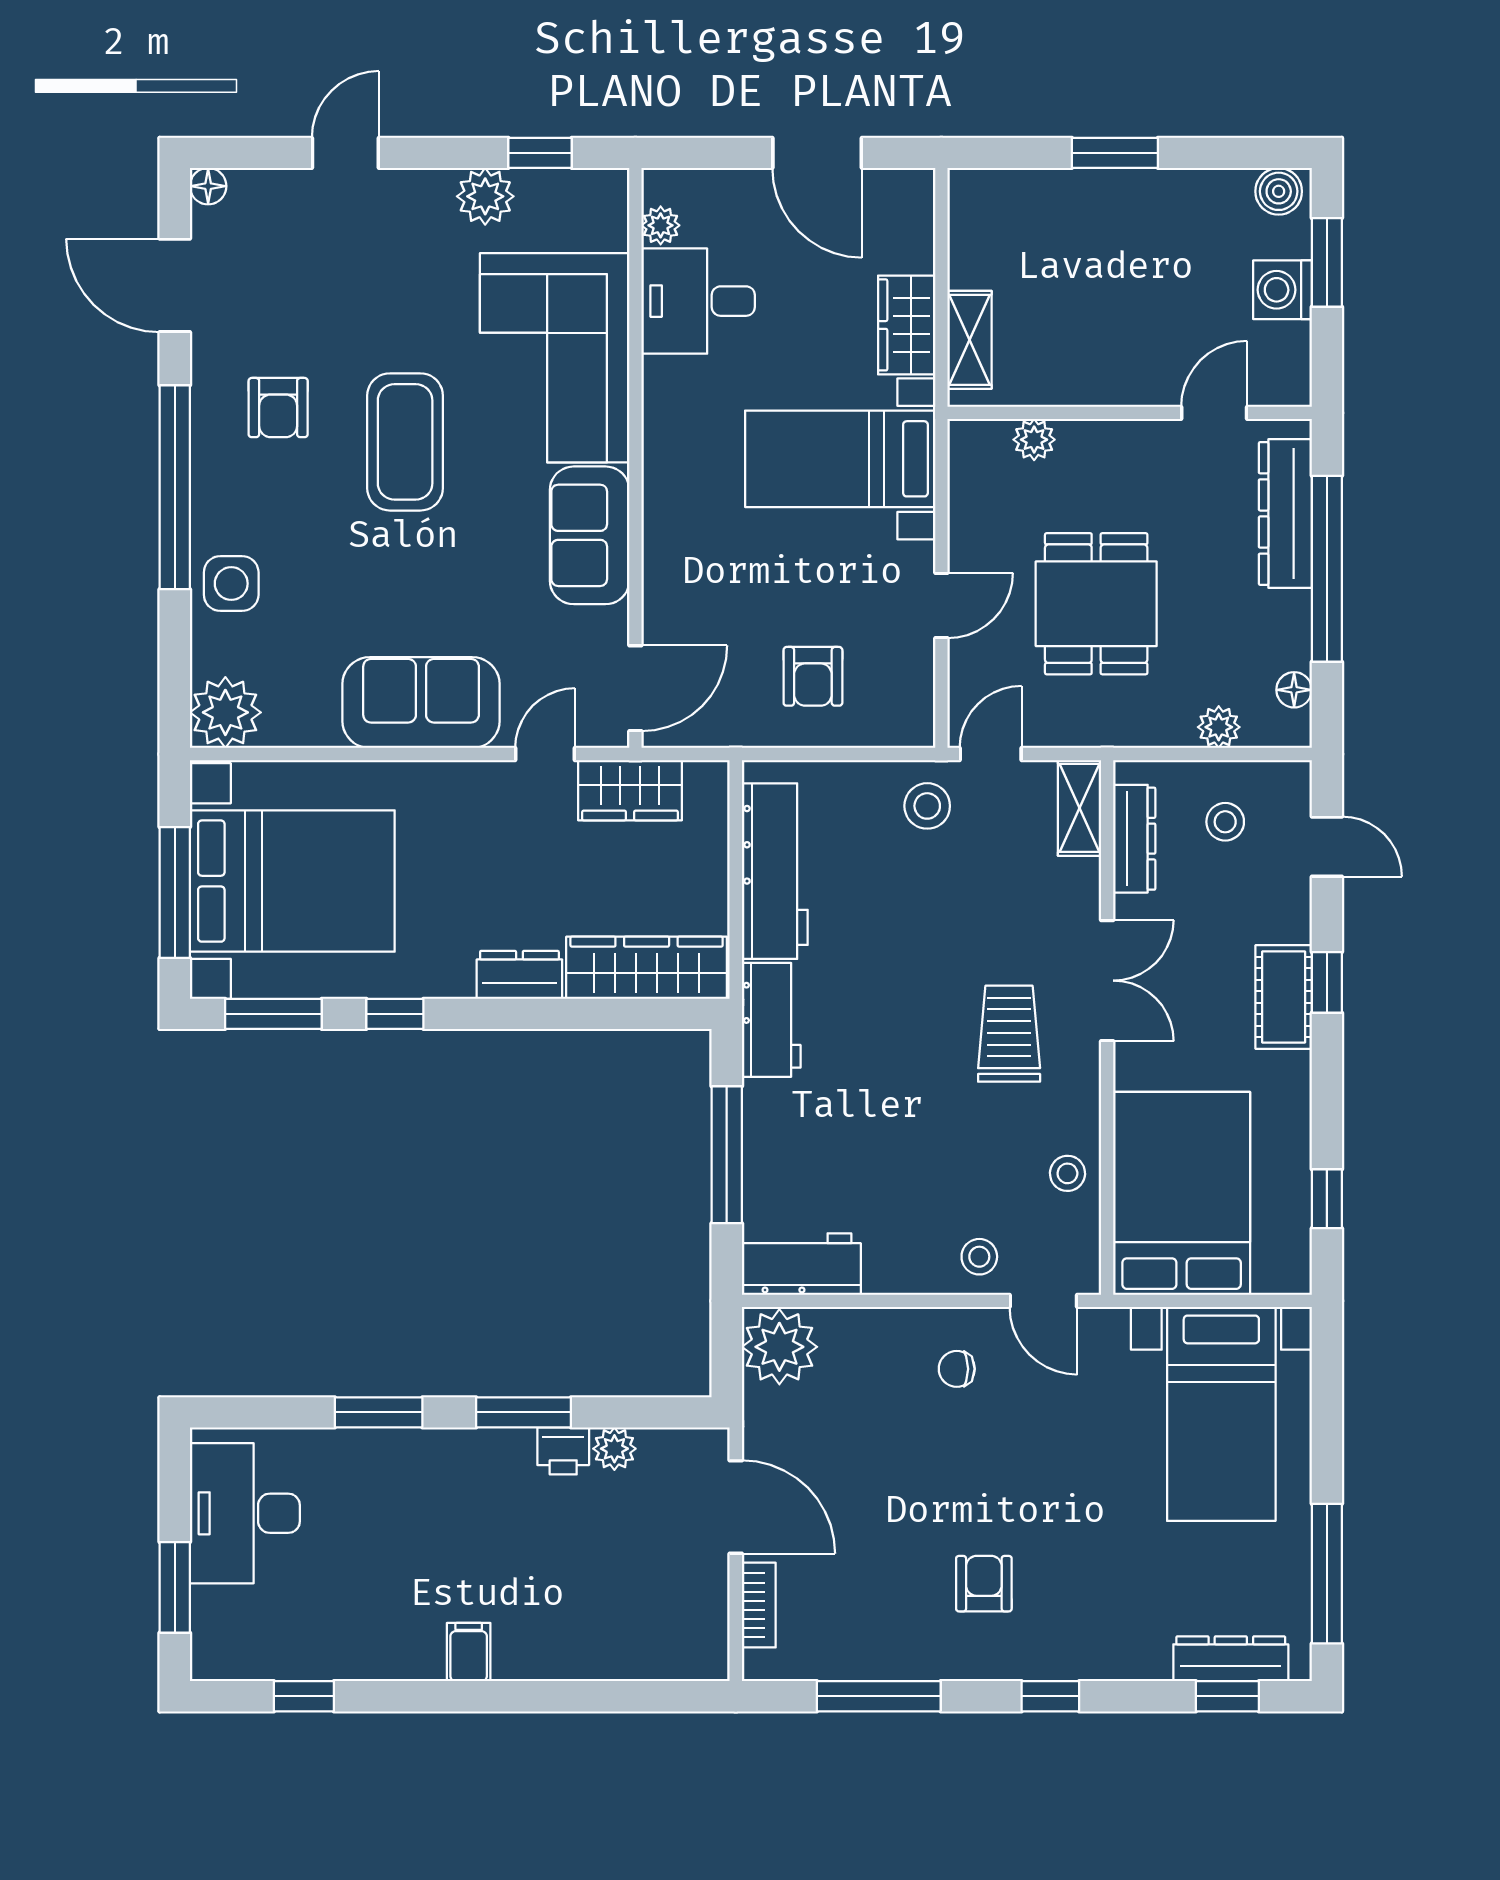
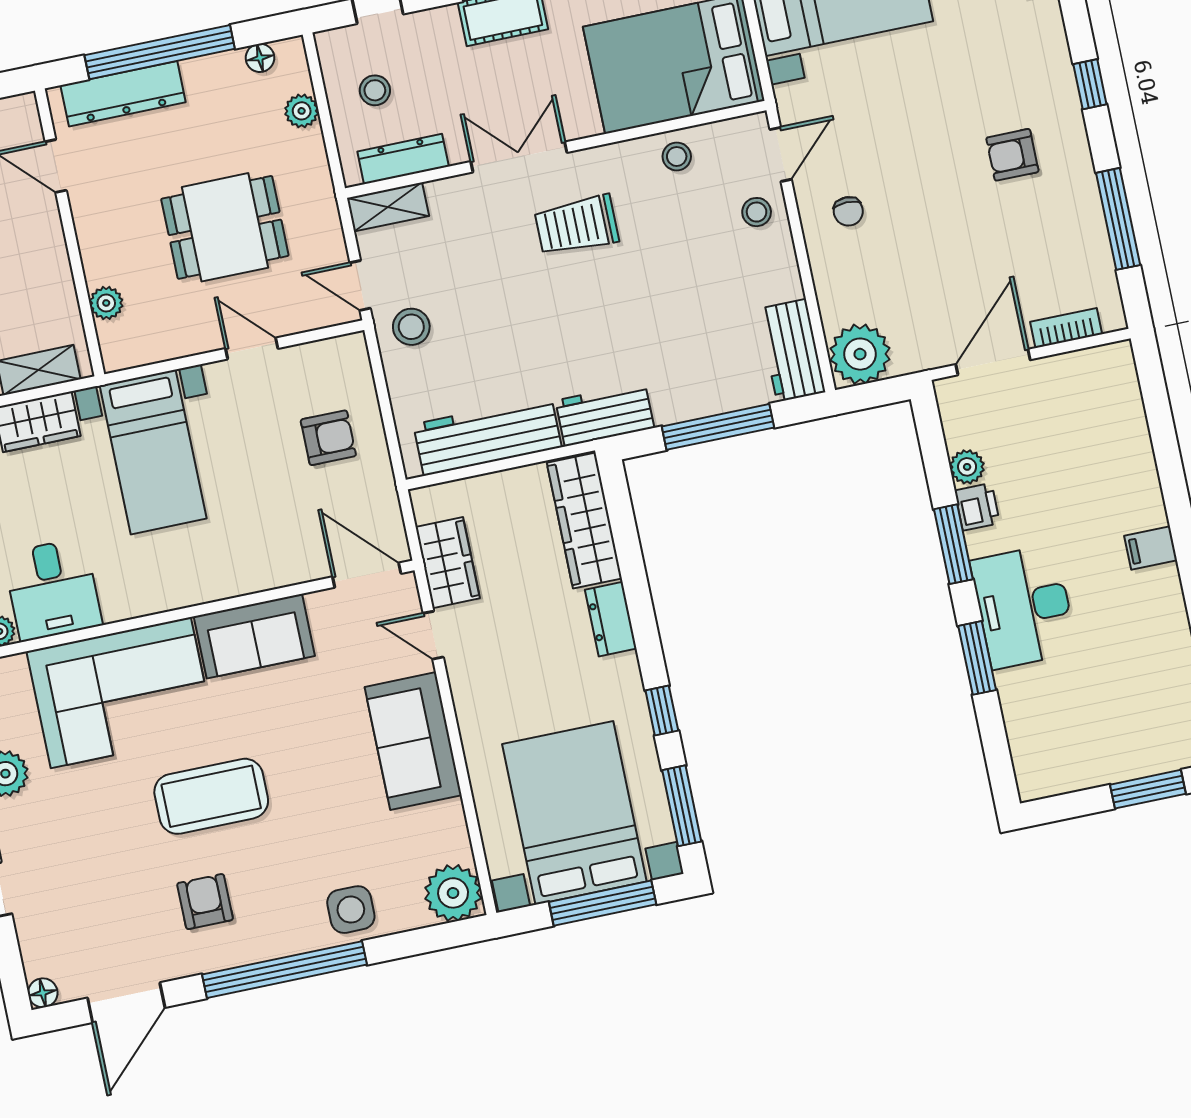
armchair: (278, 408) -> (205, 902), turned -90
desk: (245, 1513) -> (1024, 607), moved, turned 90

